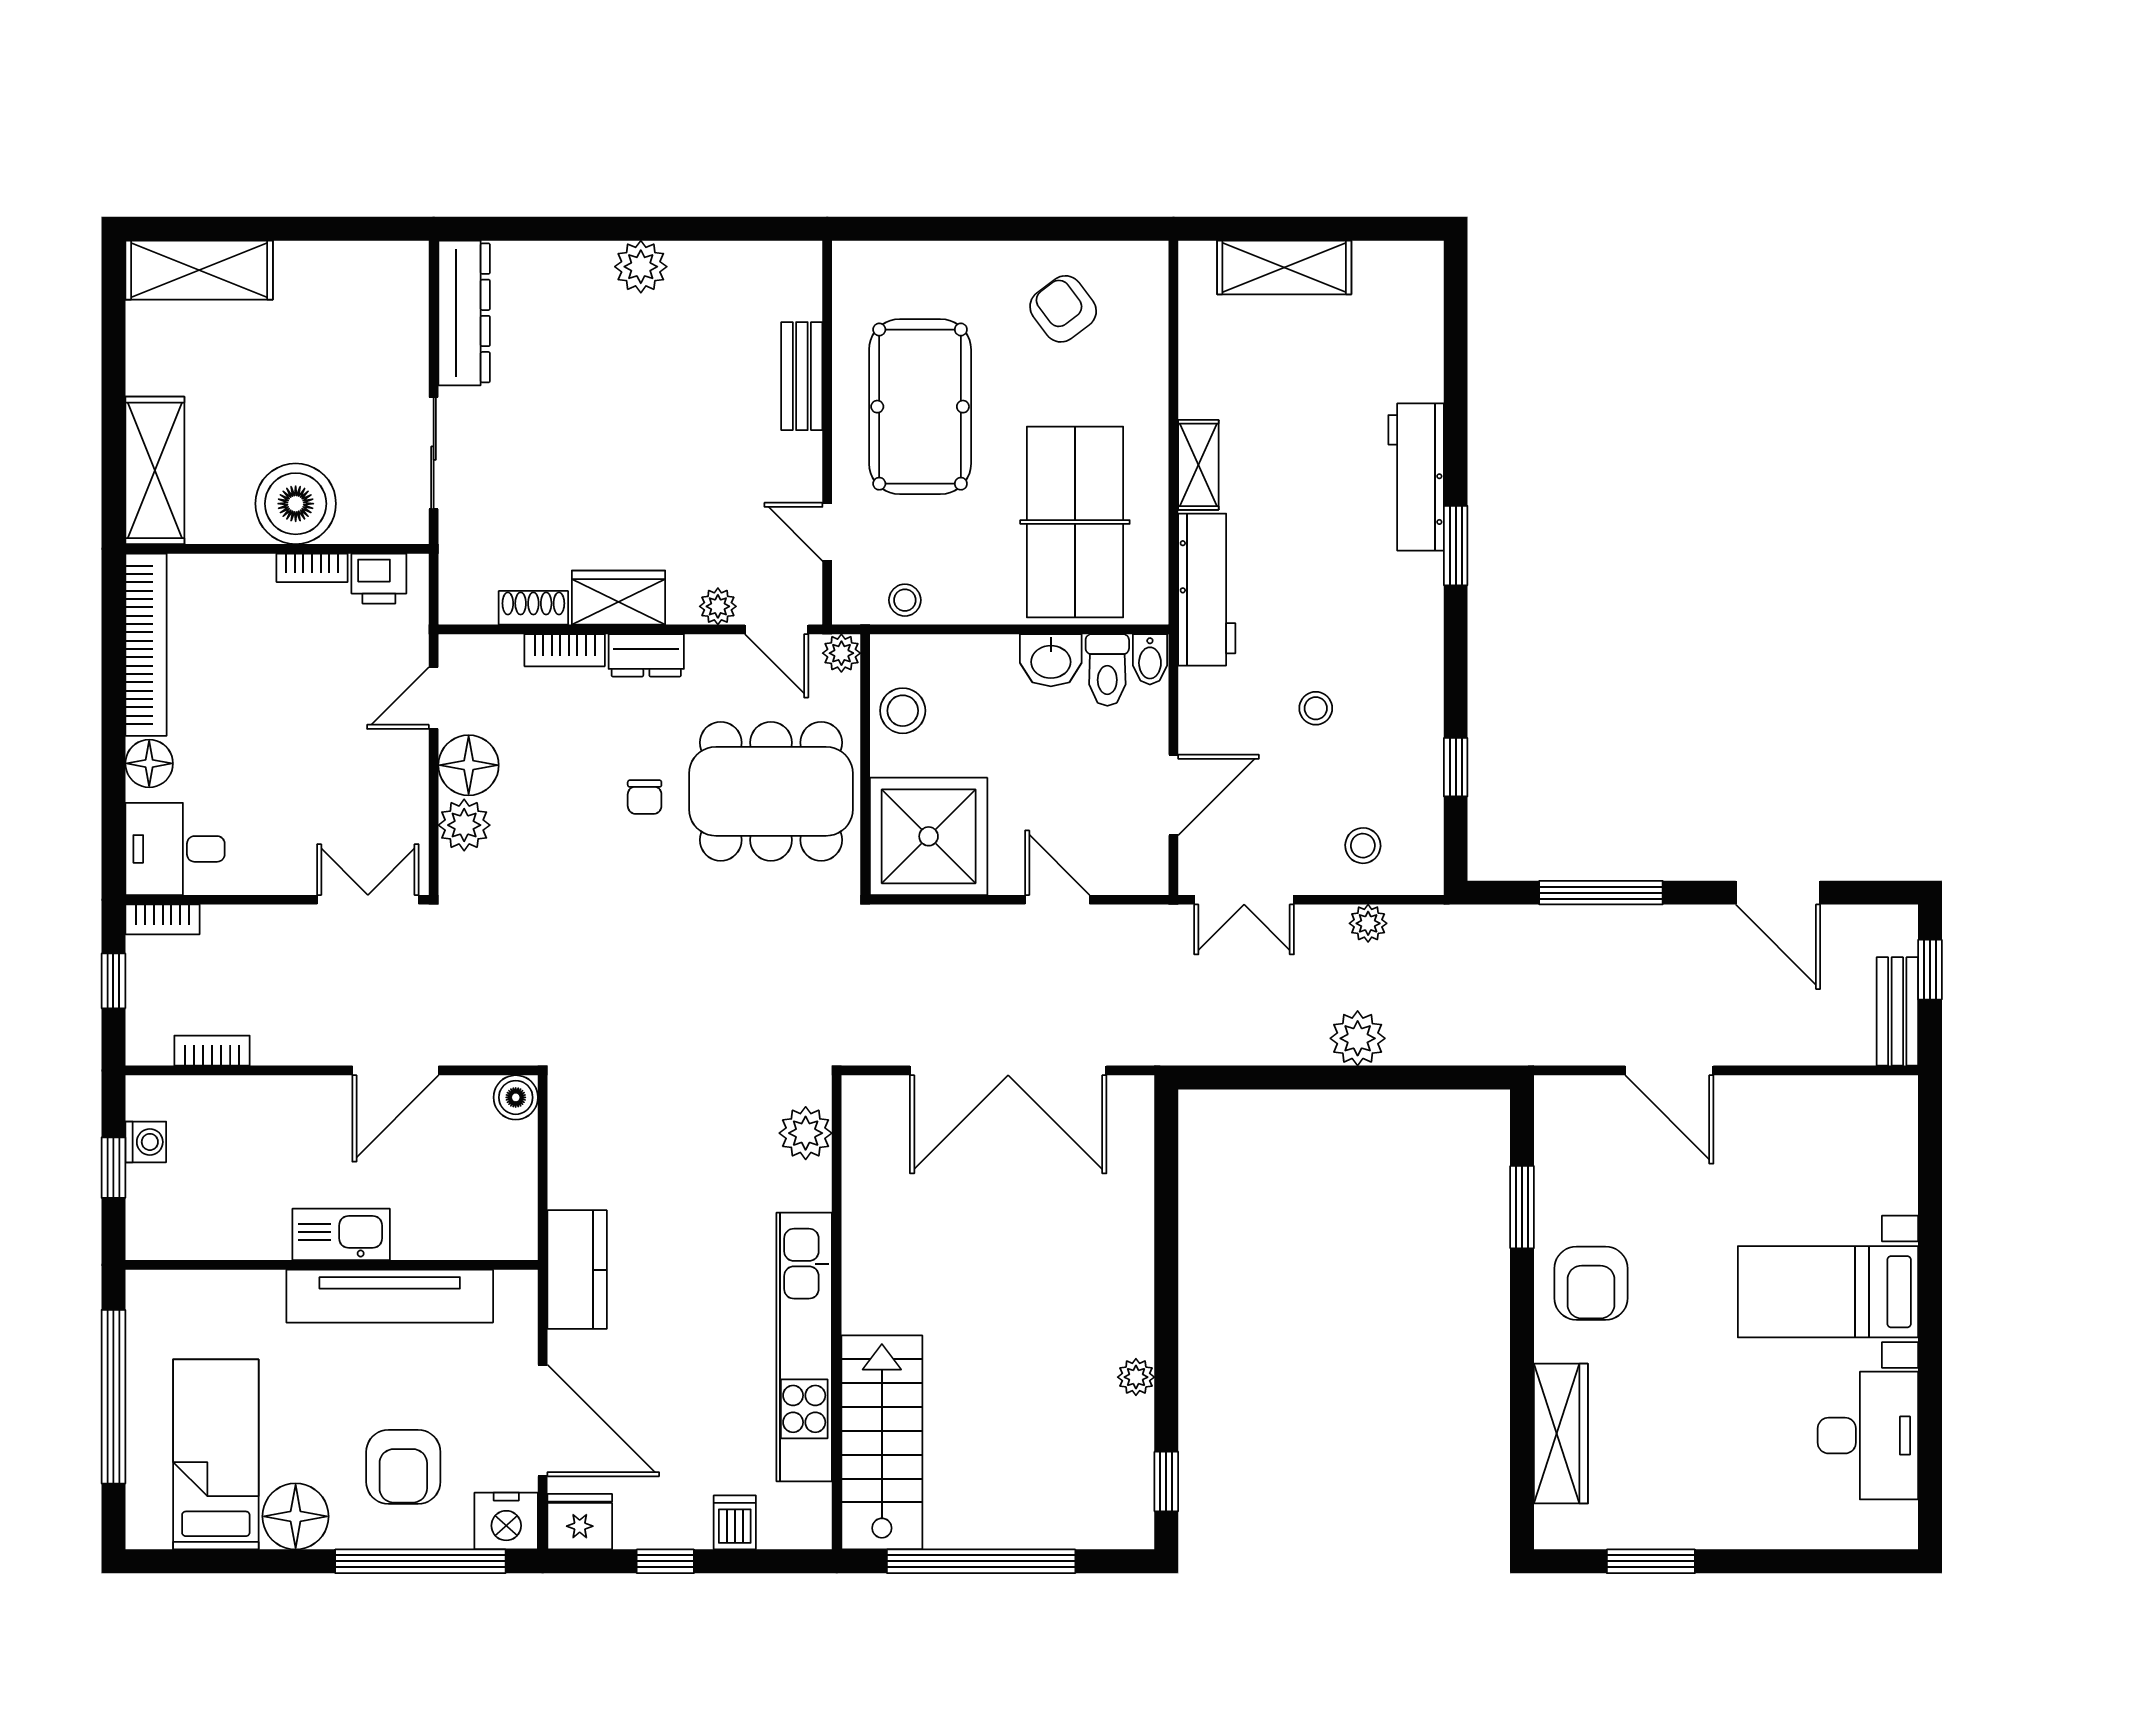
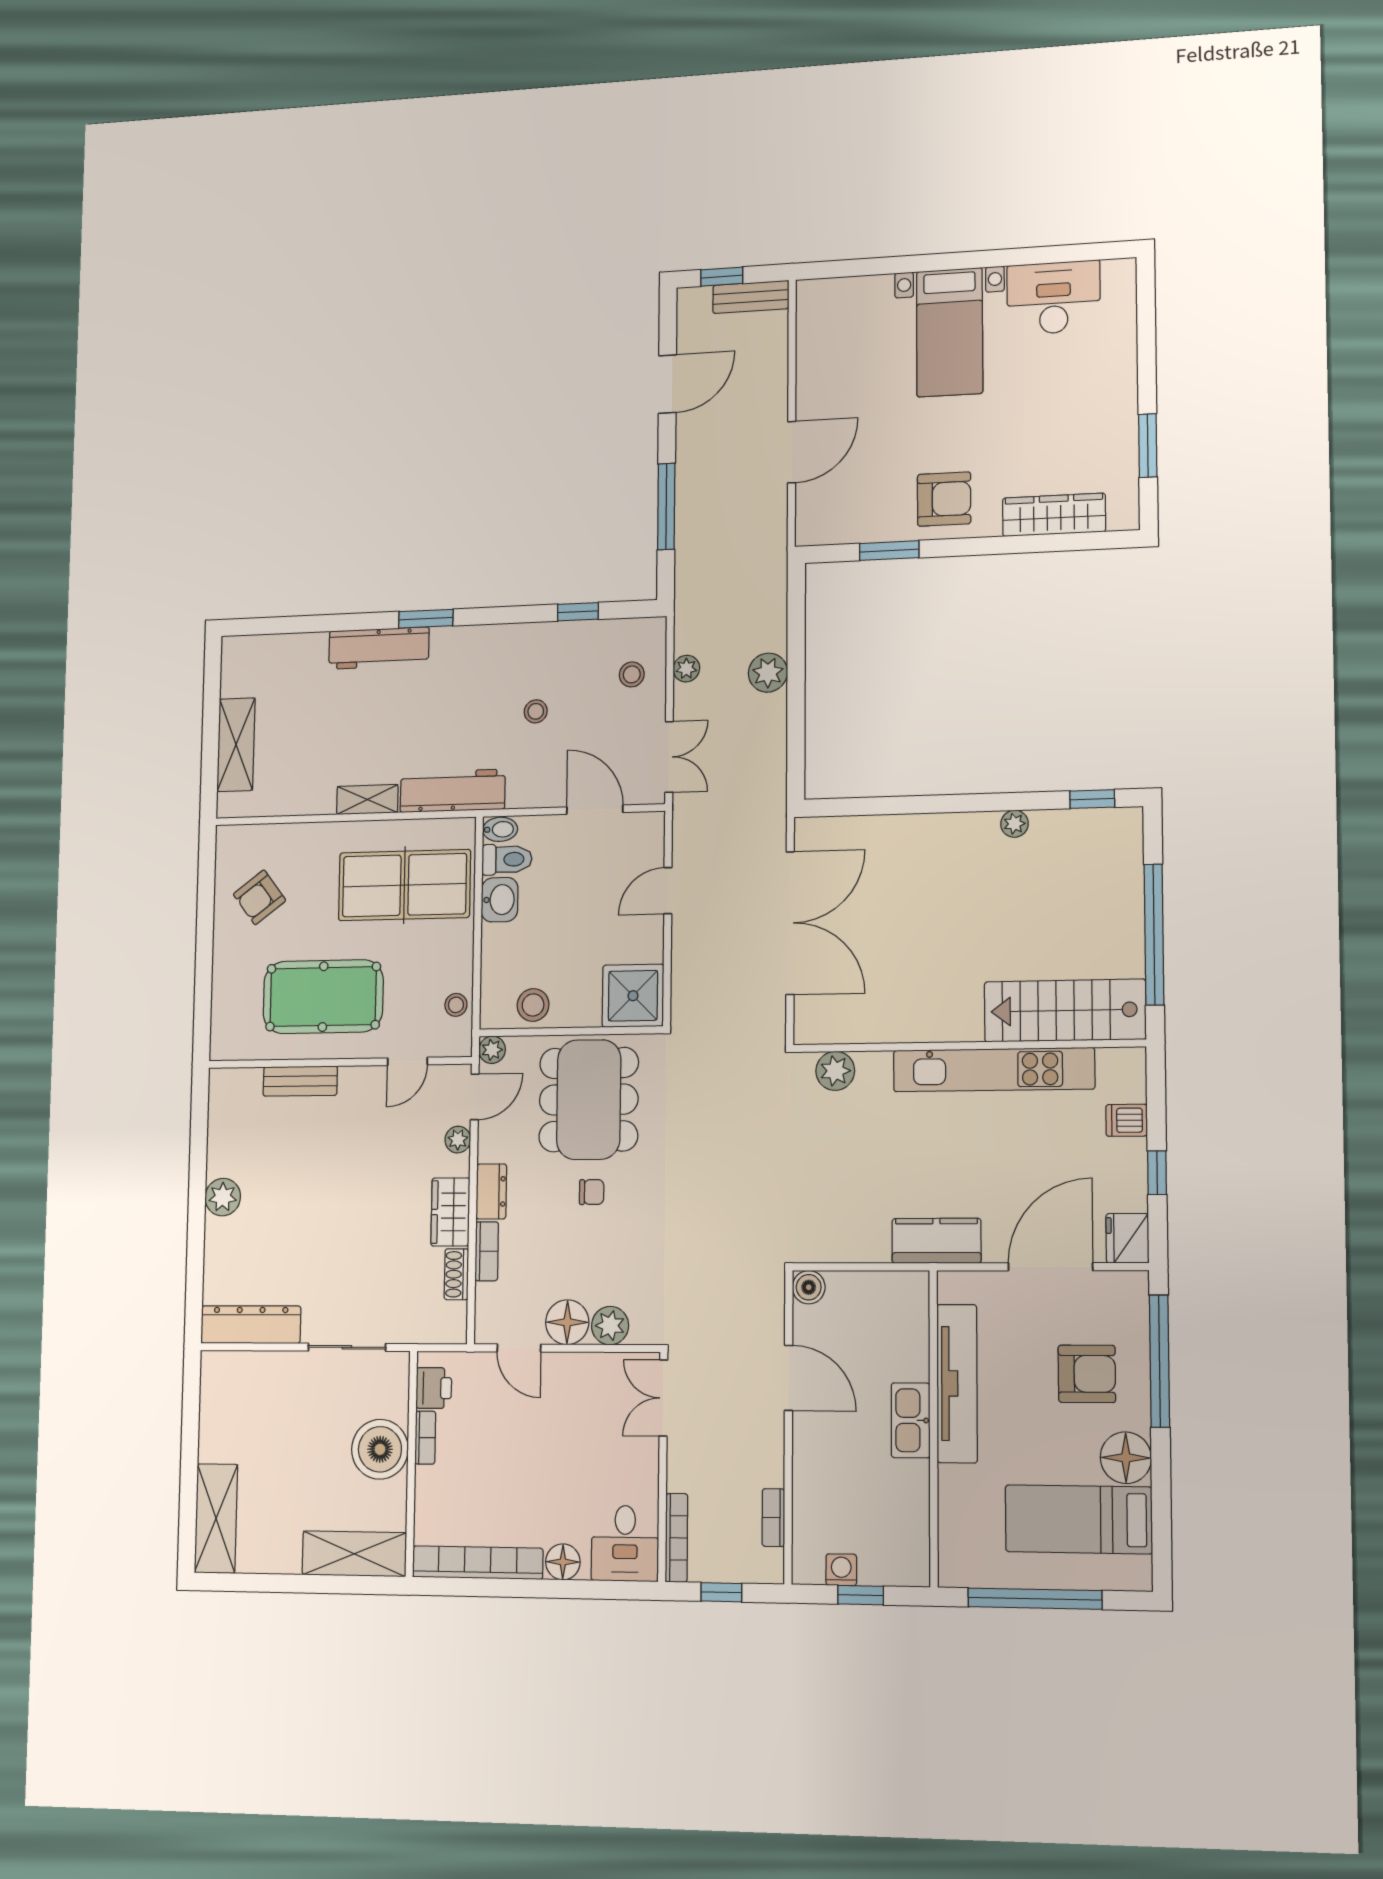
shower: (929, 836) -> (633, 996), width x0.73, depth x0.73
bookcase: (163, 919) -> (677, 1538), width x1.56
nightstand: (506, 1521) -> (1128, 1295), removed

